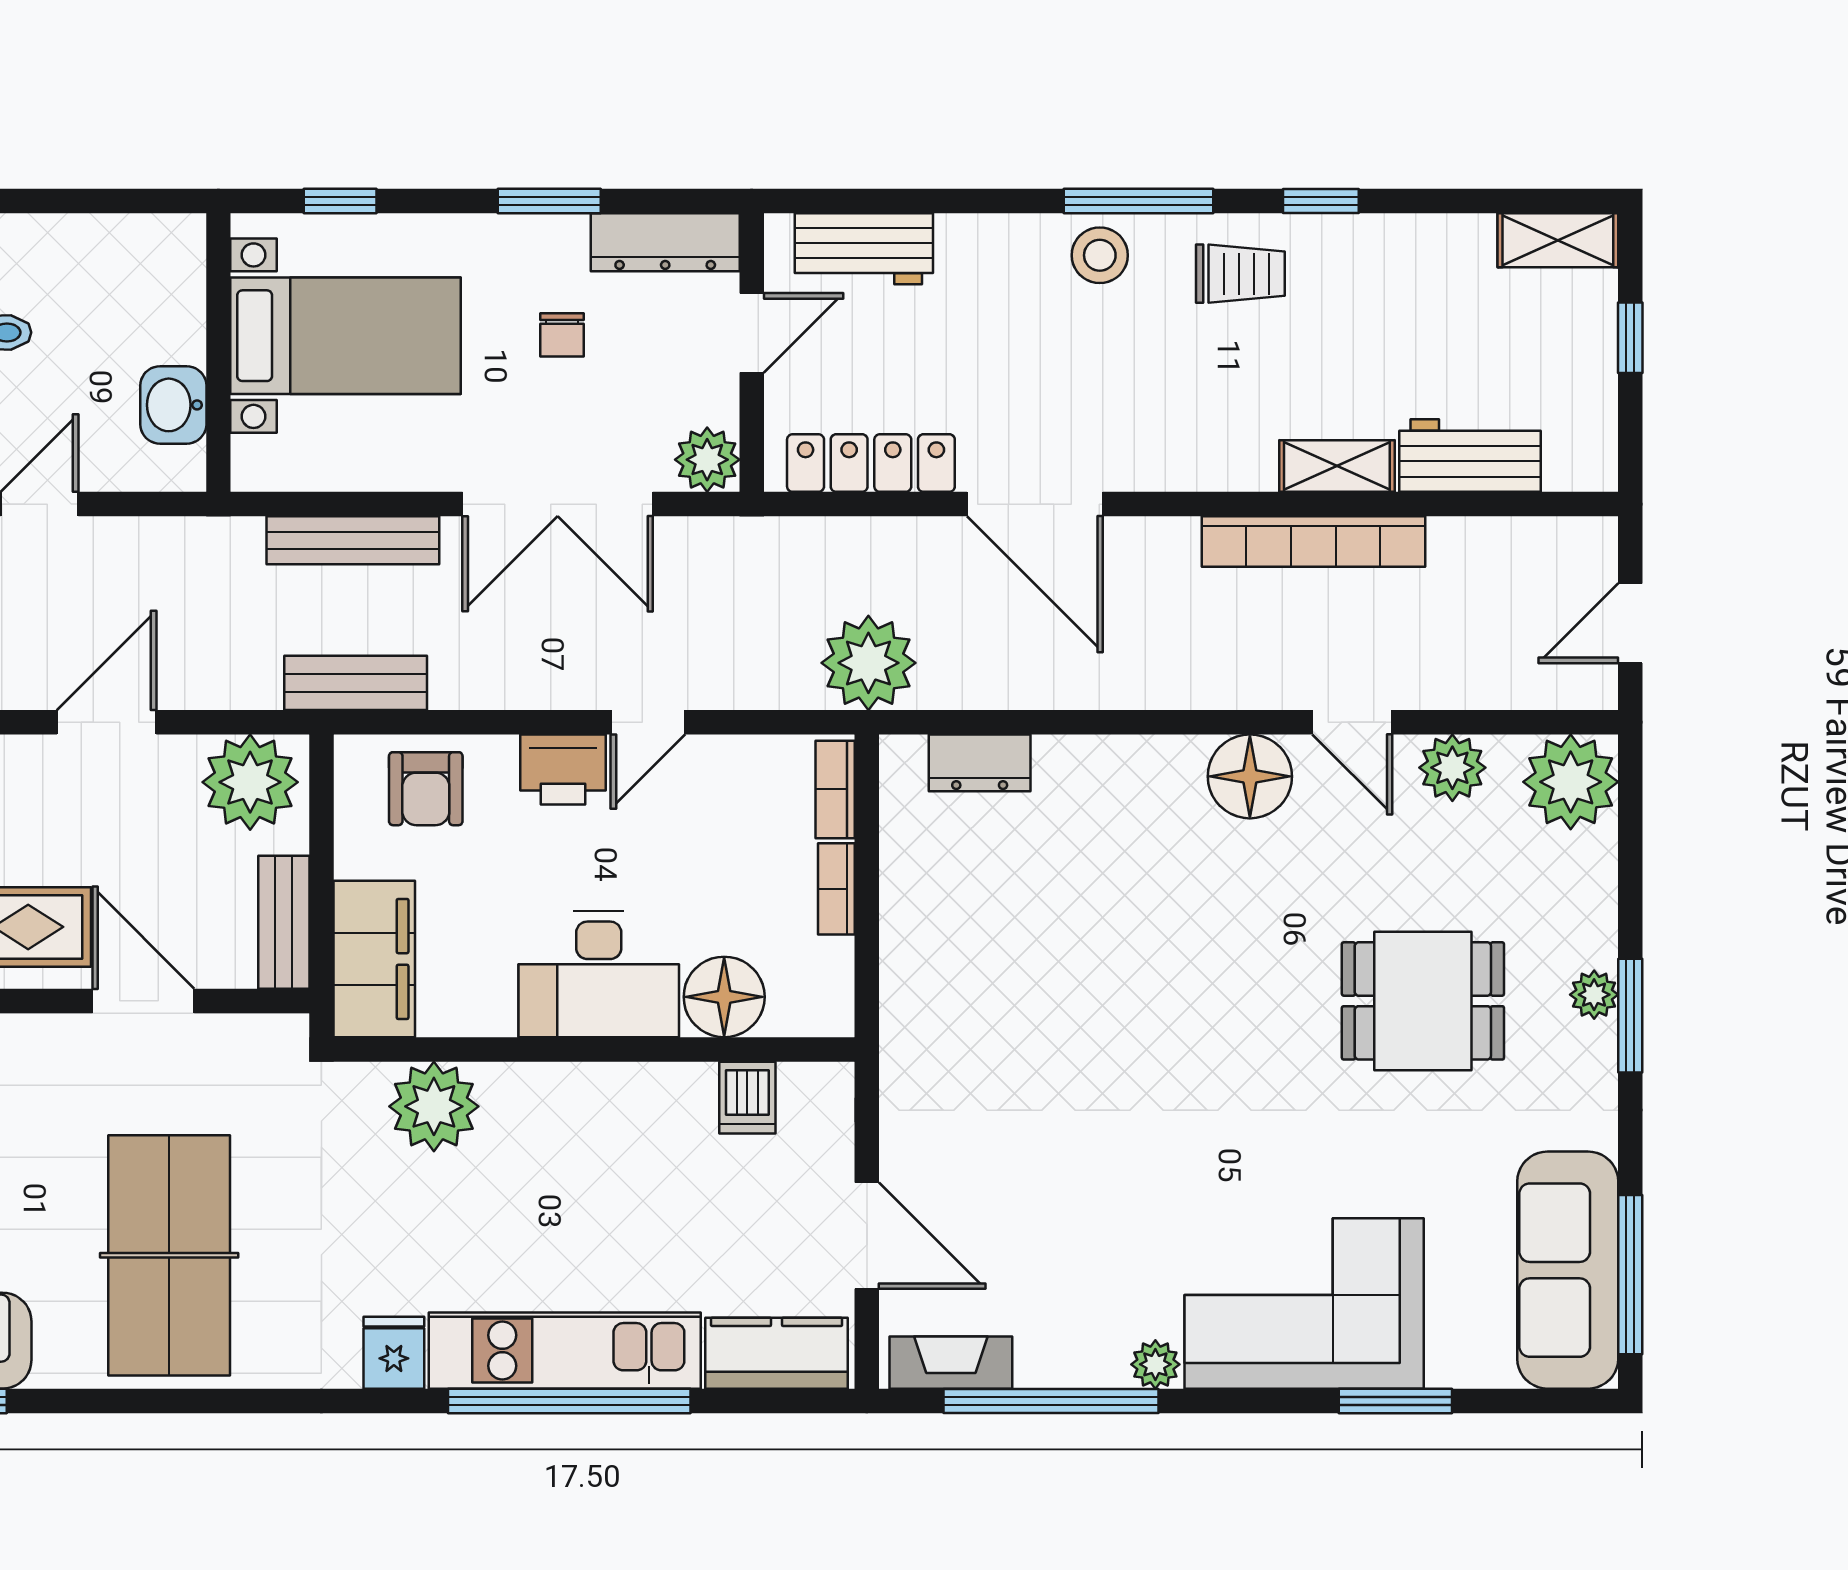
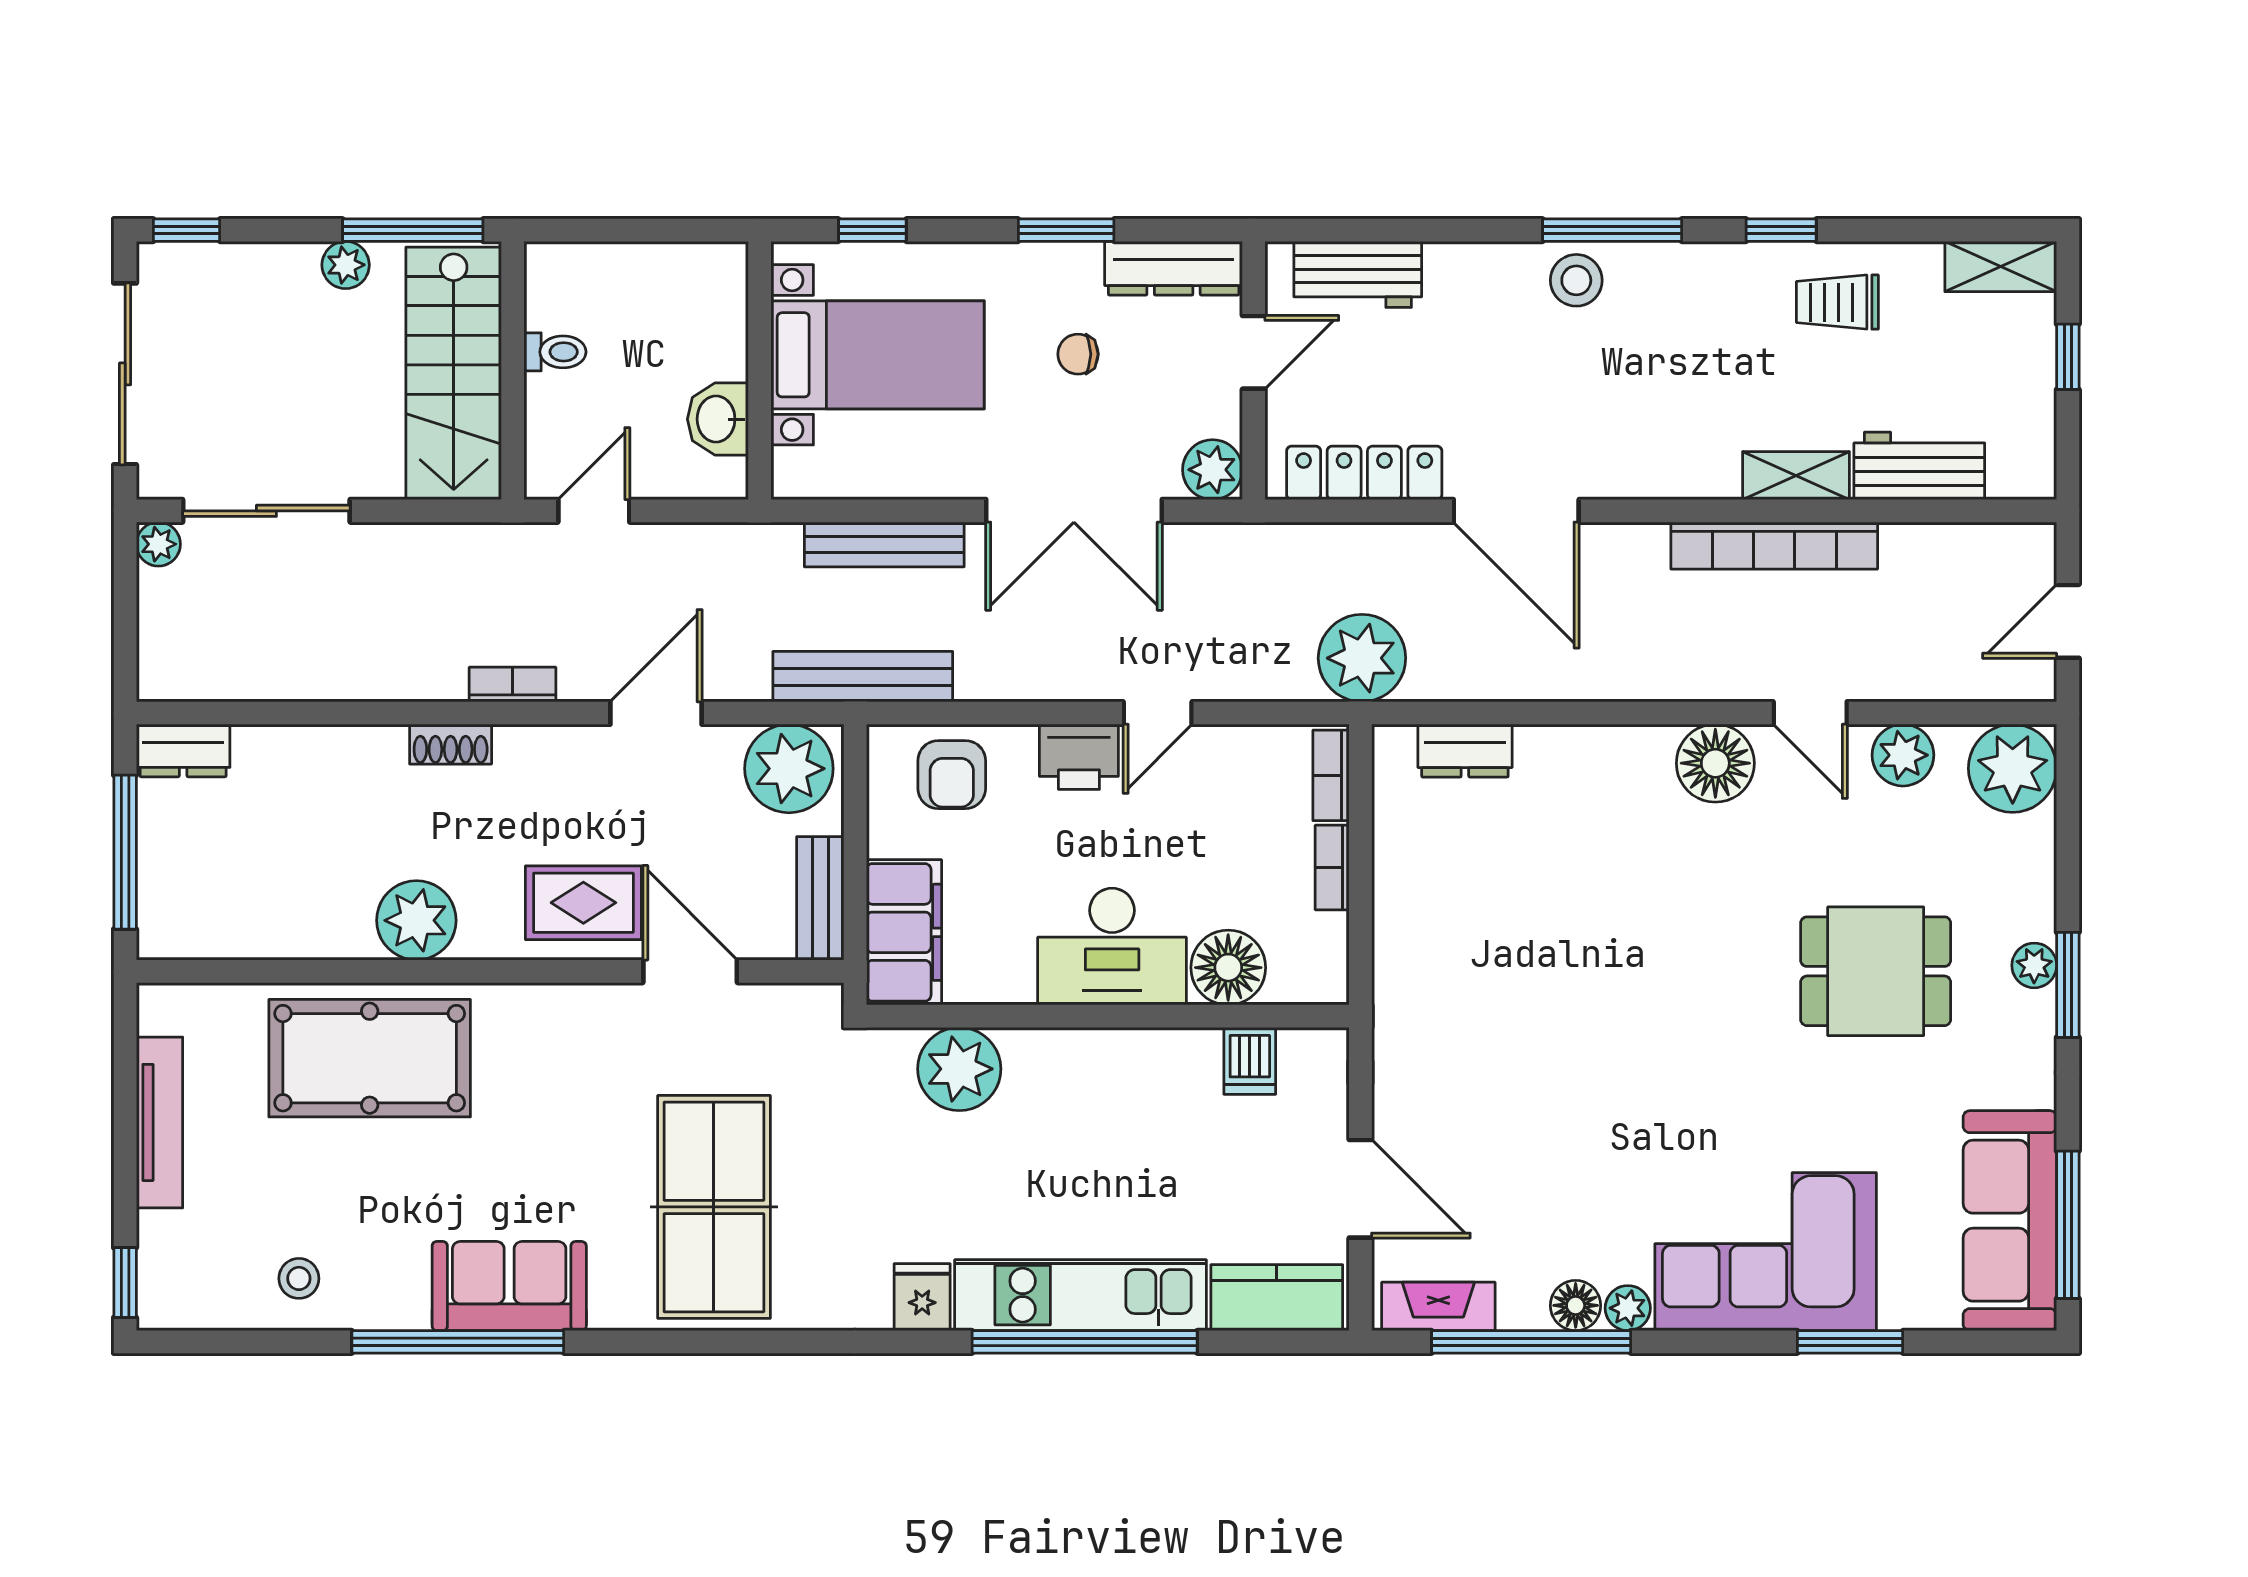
trolley: (1240, 274) -> (1837, 302), moved, turned 180
chair: (562, 335) -> (1078, 354), turned 90
bench: (356, 683) -> (863, 677), width x1.36
floor lamp: (1099, 1362) -> (1576, 1305), added

